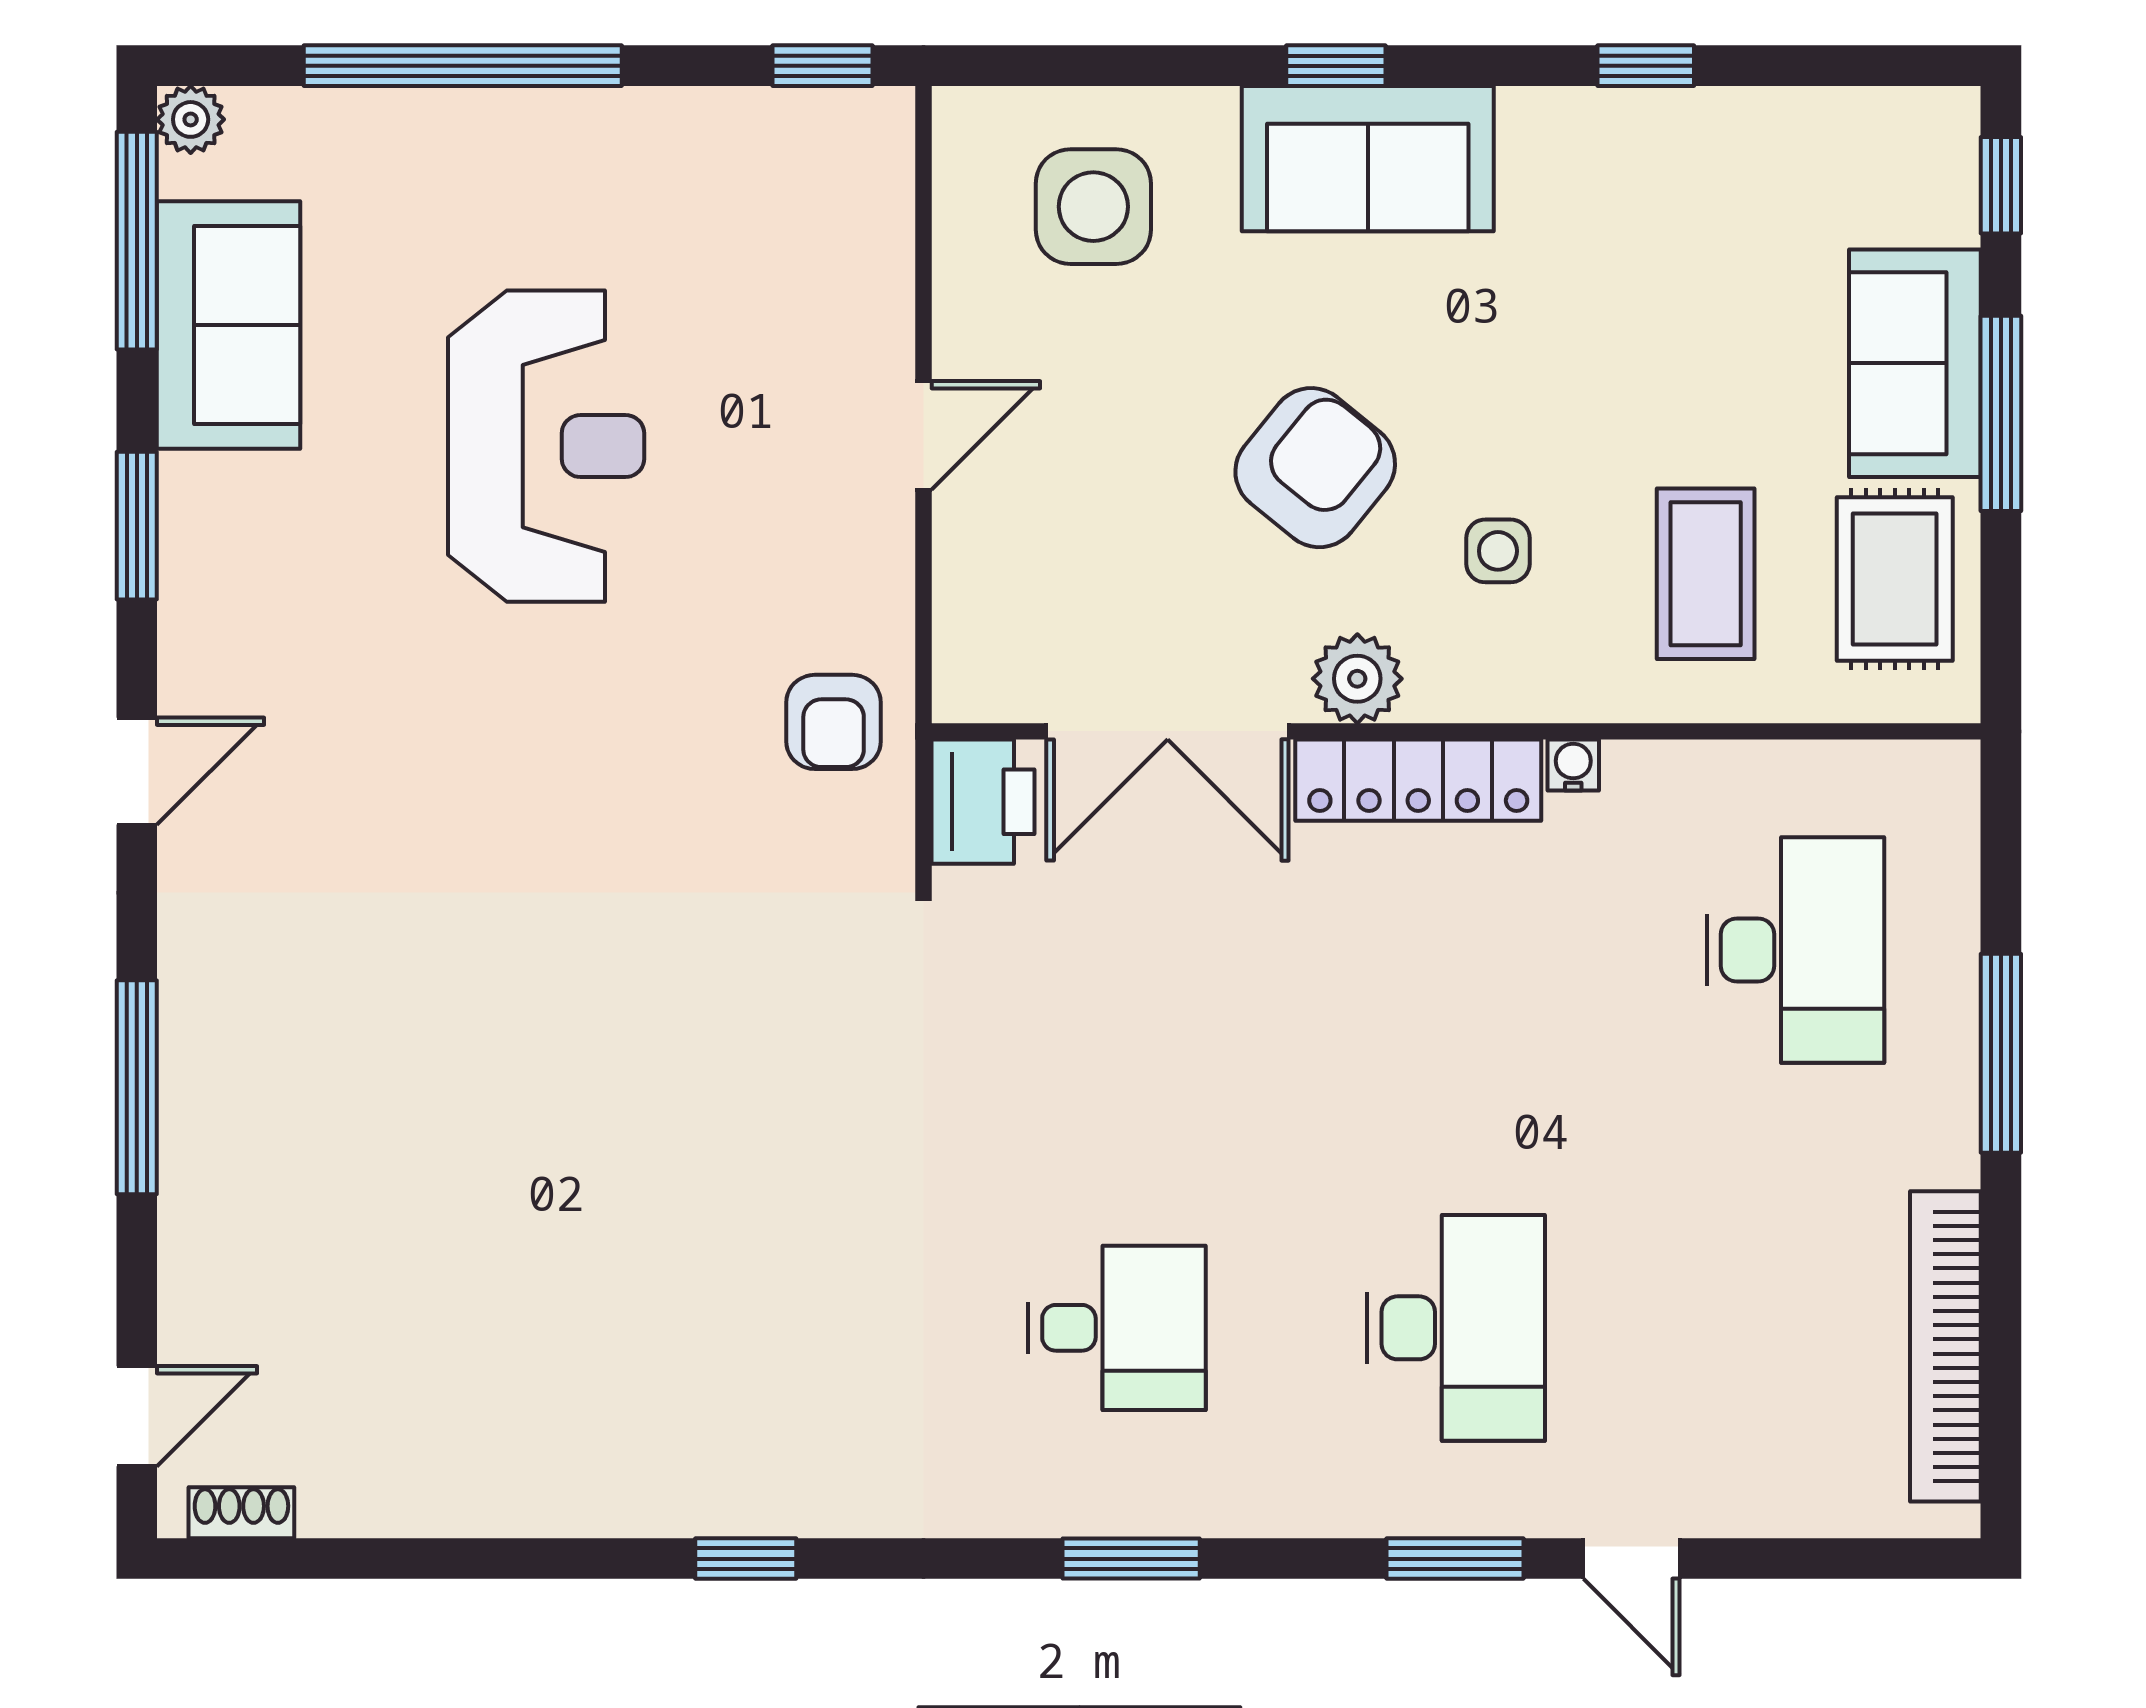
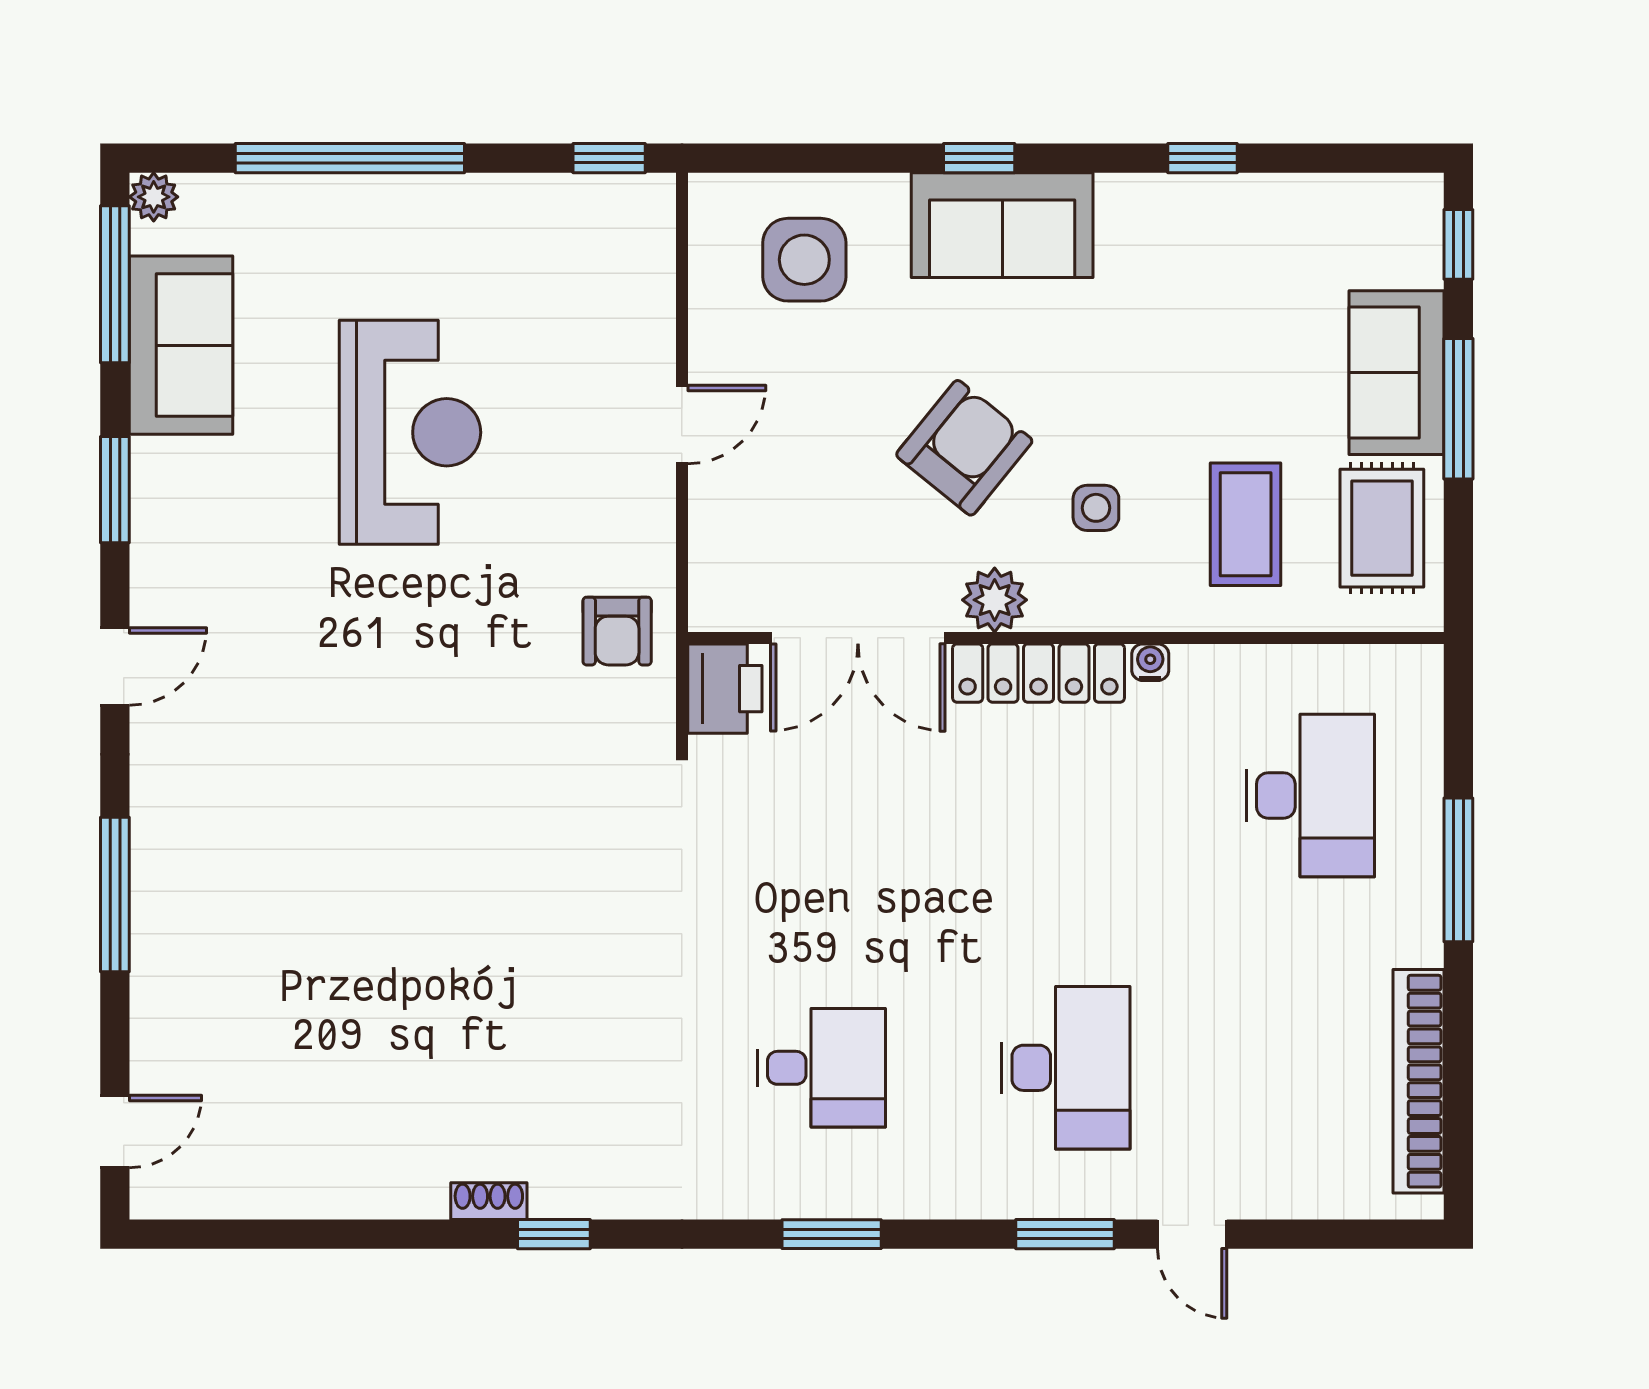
shoe rack: (241, 1513) -> (489, 1201), moved

